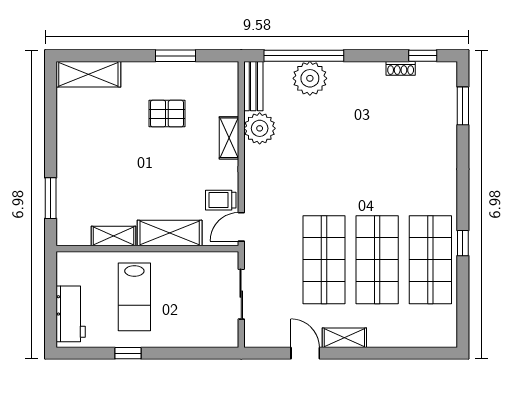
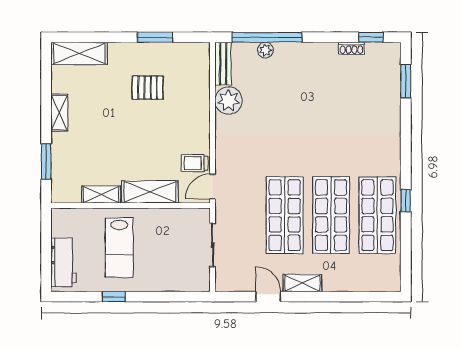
plant: (310, 78) -> (265, 50), width x0.53, depth x0.53
shelving: (229, 138) -> (59, 113), moved

